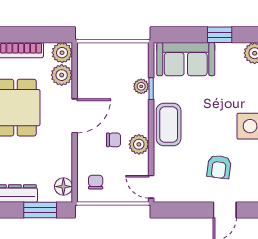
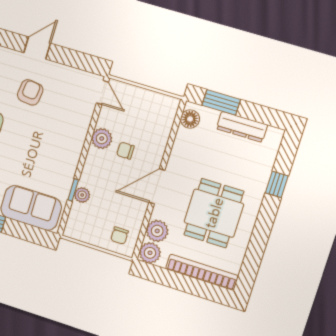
coffee table: (169, 125) -> (67, 149), removed
chair: (96, 182) -> (119, 236), moved

